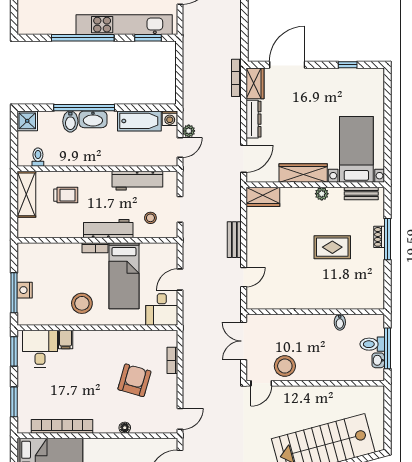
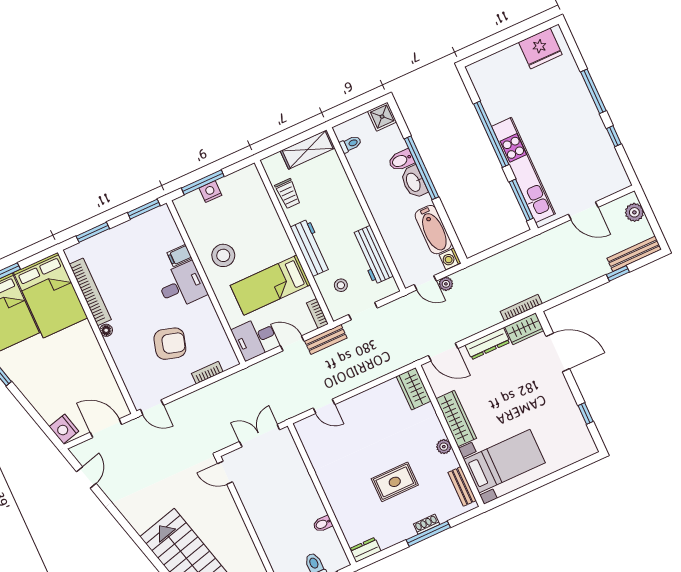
window: (148, 38) -> (521, 200), width x1.44
trolley: (66, 195) -> (288, 194), moved
bench: (234, 240) -> (326, 339), moved
rug: (332, 247) -> (395, 482), turned 90
bookcase: (95, 248) -> (317, 313), moved
dresser: (377, 297) -> (365, 550), added
desk: (40, 349) -> (182, 286), moved
stool: (285, 366) -> (253, 489), removed
floor lamp: (125, 428) -> (106, 330), moved

